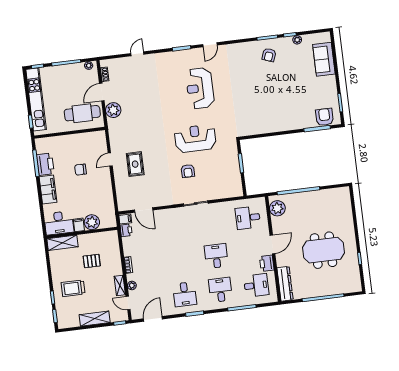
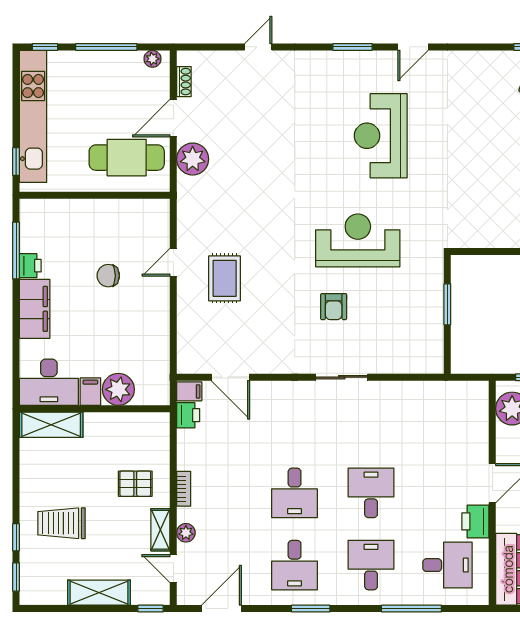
printer: (45, 164) -> (30, 266), width x0.53, depth x0.68
desk: (248, 218) -> (295, 493), moved, turned -90
pallet: (92, 261) -> (135, 484), moved

